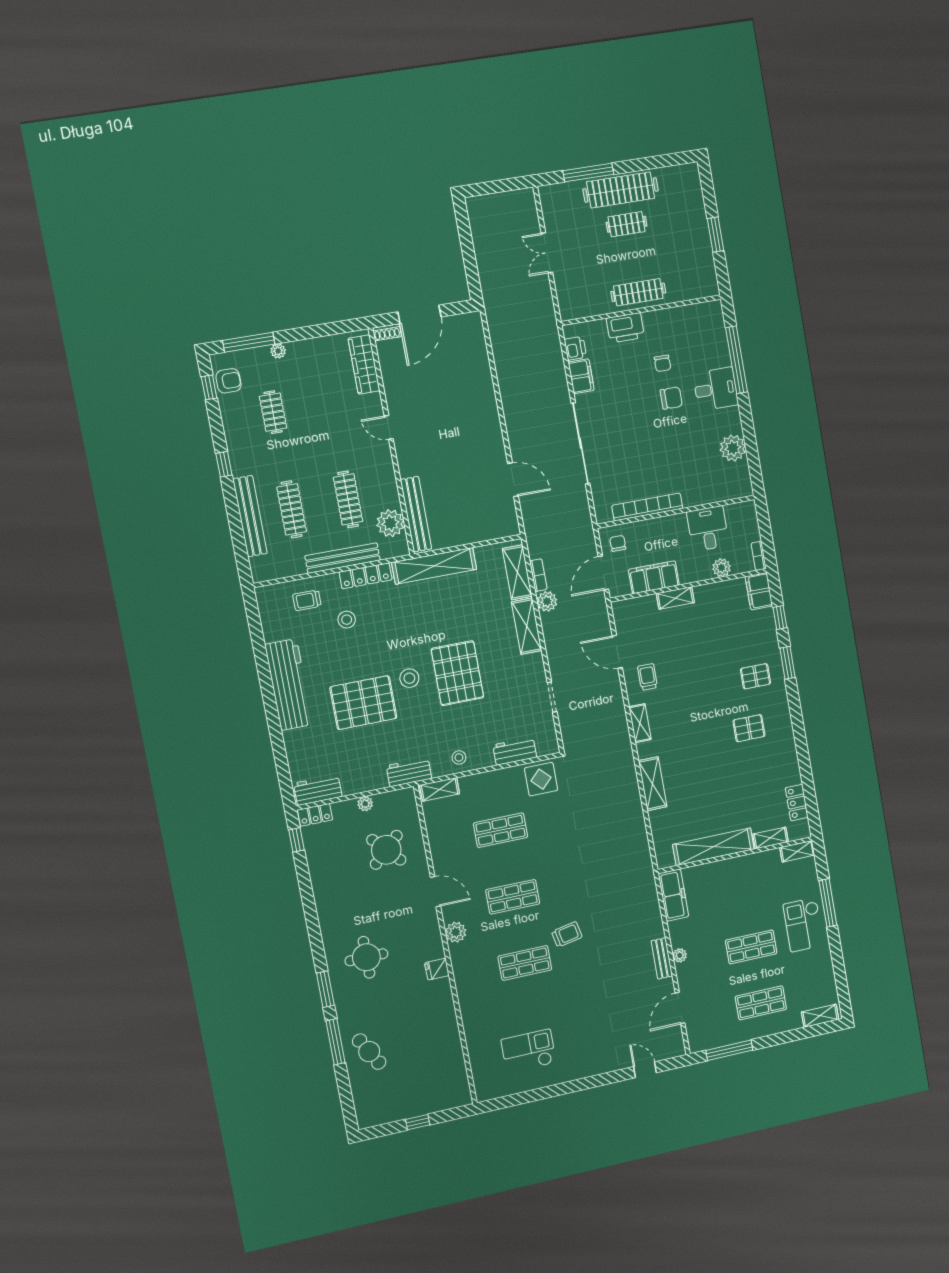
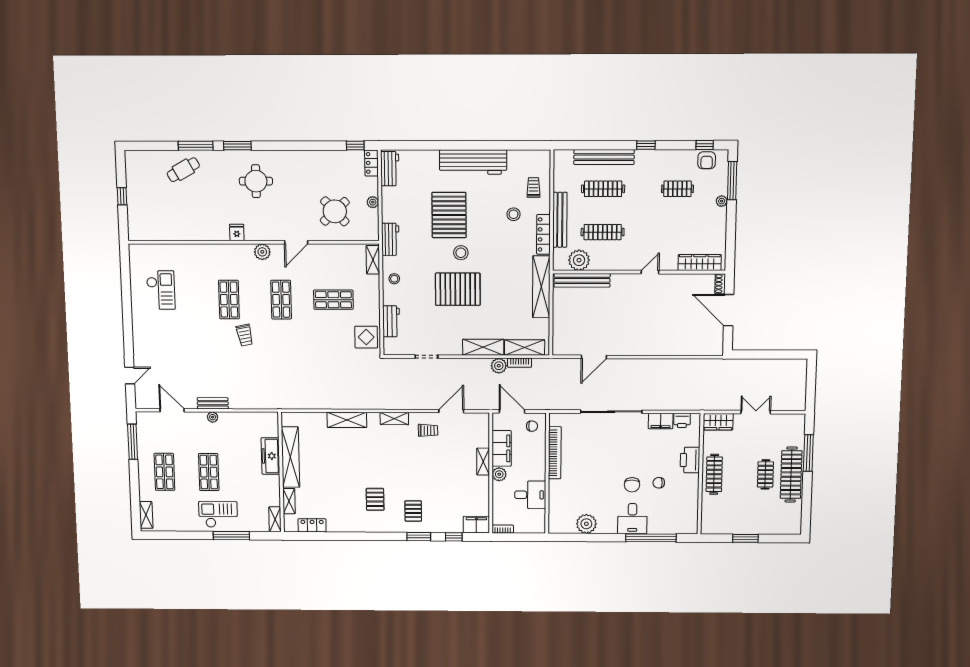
wardrobe: (568, 300) -> (718, 422), added
plant: (722, 568) -> (499, 474), moved
shop shelf: (500, 830) -> (333, 300), turned 90
freezer: (673, 895) -> (270, 456), moved, turned 90

